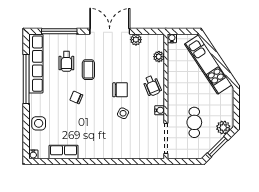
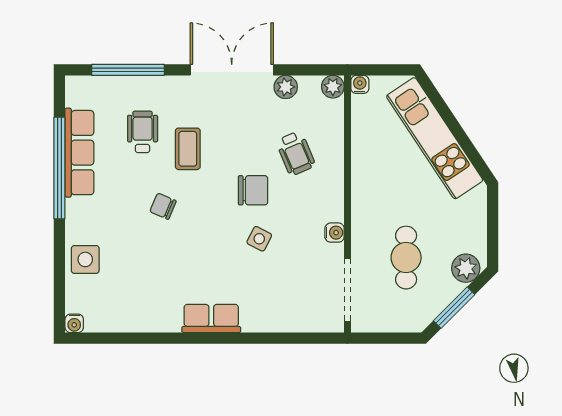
plant: (159, 57) -> (333, 87), moved
wheelchair: (66, 61) -> (143, 132), turned 180
row of seats: (36, 64) -> (79, 153), width x0.73
wheelchair: (152, 86) -> (296, 153), moved
row of seats: (64, 152) -> (211, 318), moved

